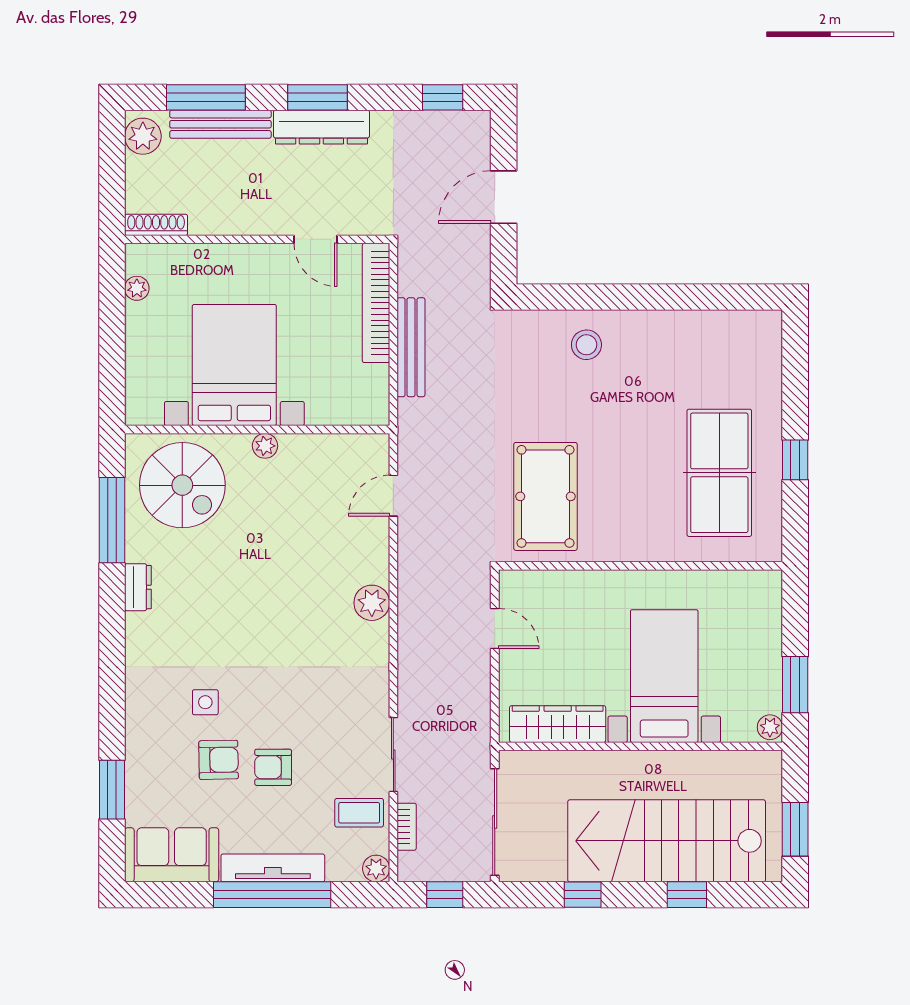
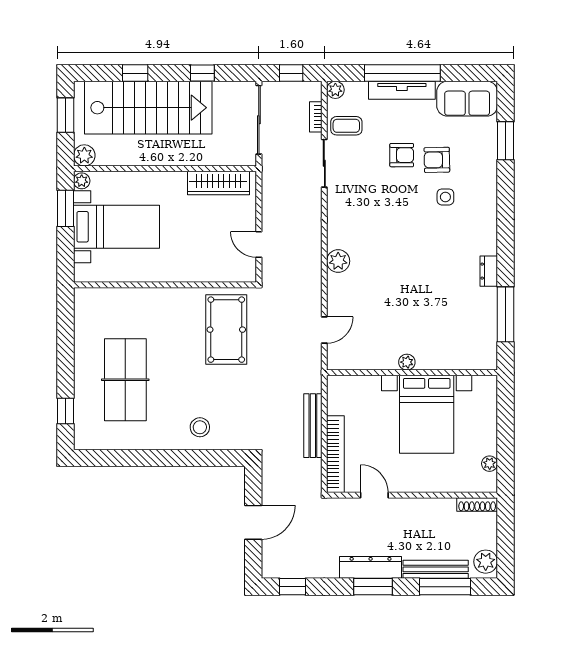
window: (795, 460) -> (65, 411), moved
table tennis table: (719, 473) -> (125, 380), moved
spiral stairs: (182, 485) -> (460, 337), removed
bed with nightstands: (664, 676) -> (116, 227), moved, turned -90
plant: (766, 767) -> (84, 155), added

